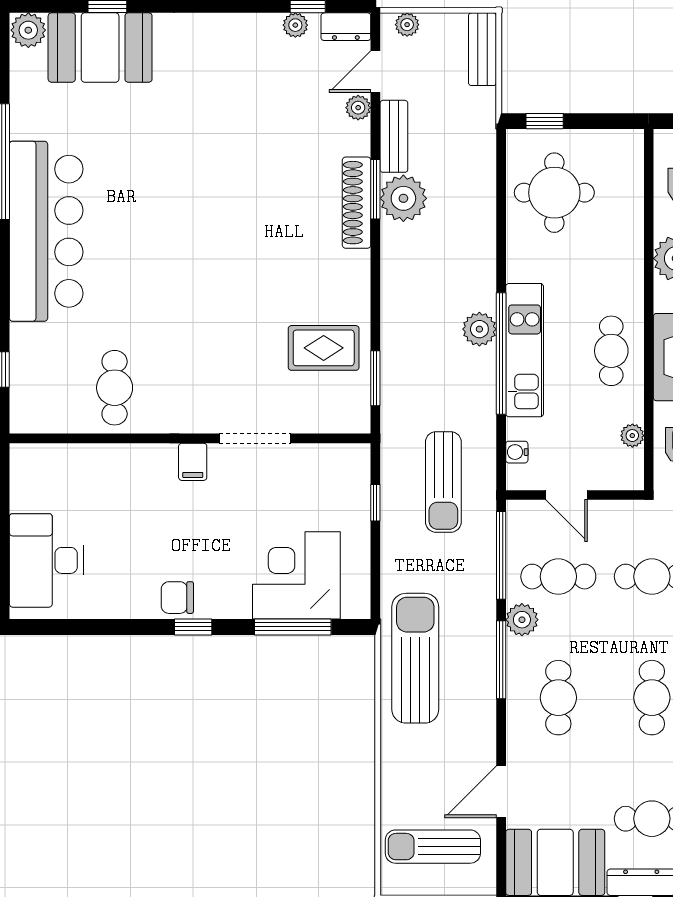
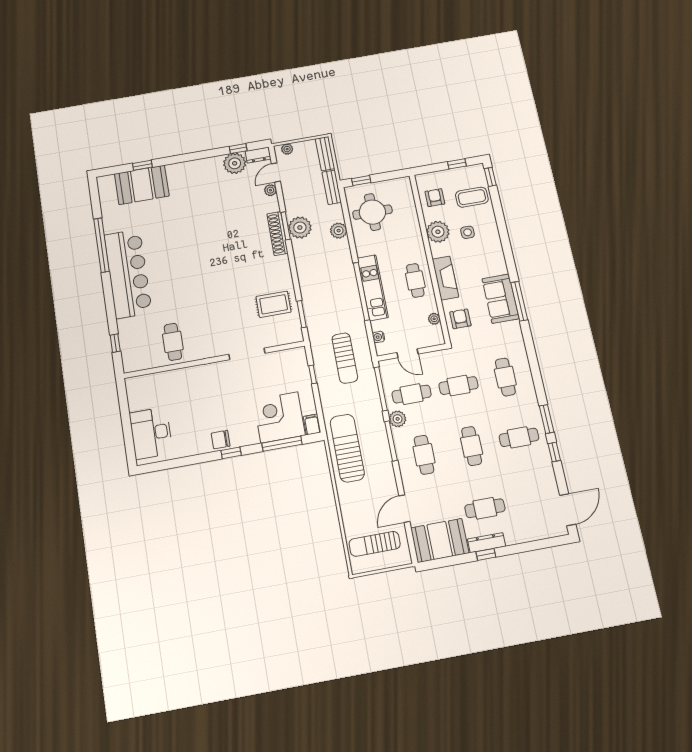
plant: (295, 25) -> (235, 163), width x1.88, depth x1.88
plant: (28, 30) -> (106, 183), removed
bench: (394, 136) -> (332, 187), moved
plant: (479, 329) -> (339, 231), moved
filing cabinet: (193, 462) -> (312, 424), moved, turned 180

